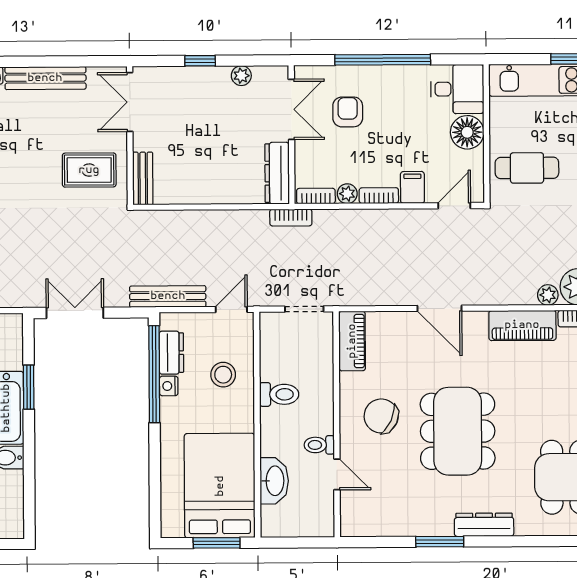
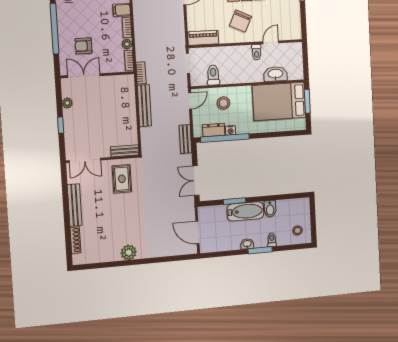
dresser: (277, 173) -> (118, 81), removed
bench: (227, 221) -> (144, 106), added
bench: (168, 296) -> (185, 139), width x0.73
door: (231, 309) -> (190, 101), swing flipped
toilet: (279, 394) -> (213, 75), moved

